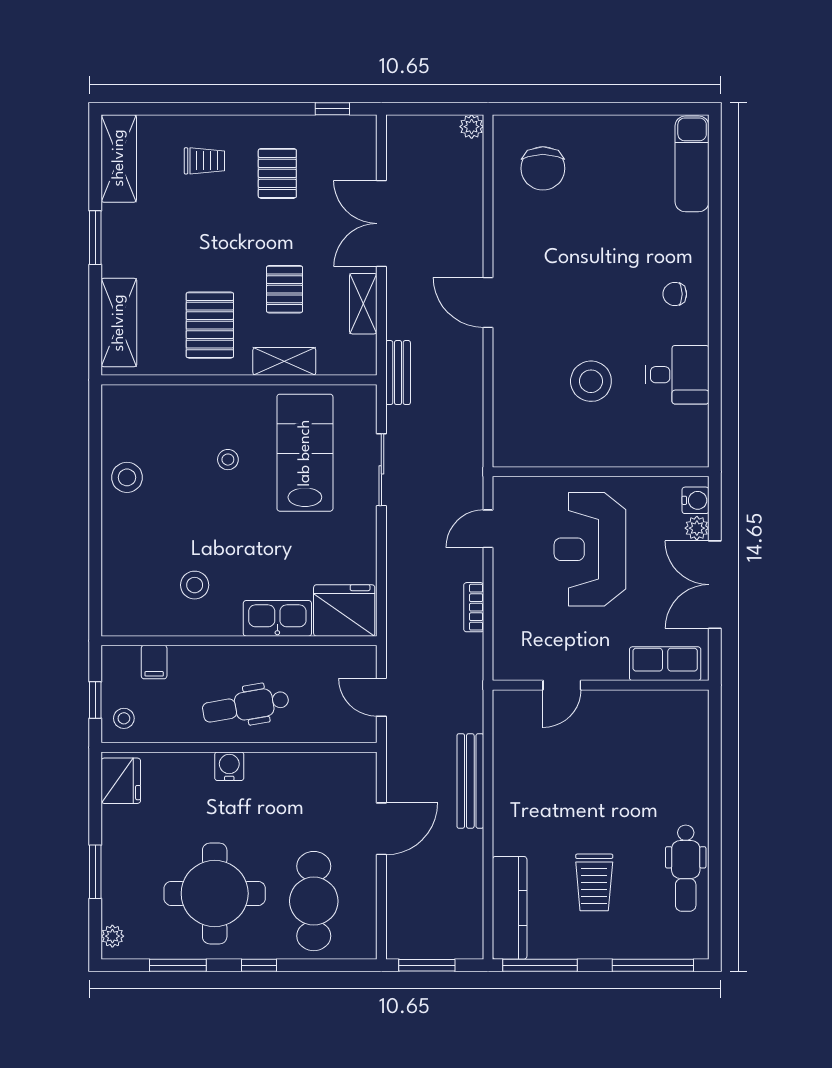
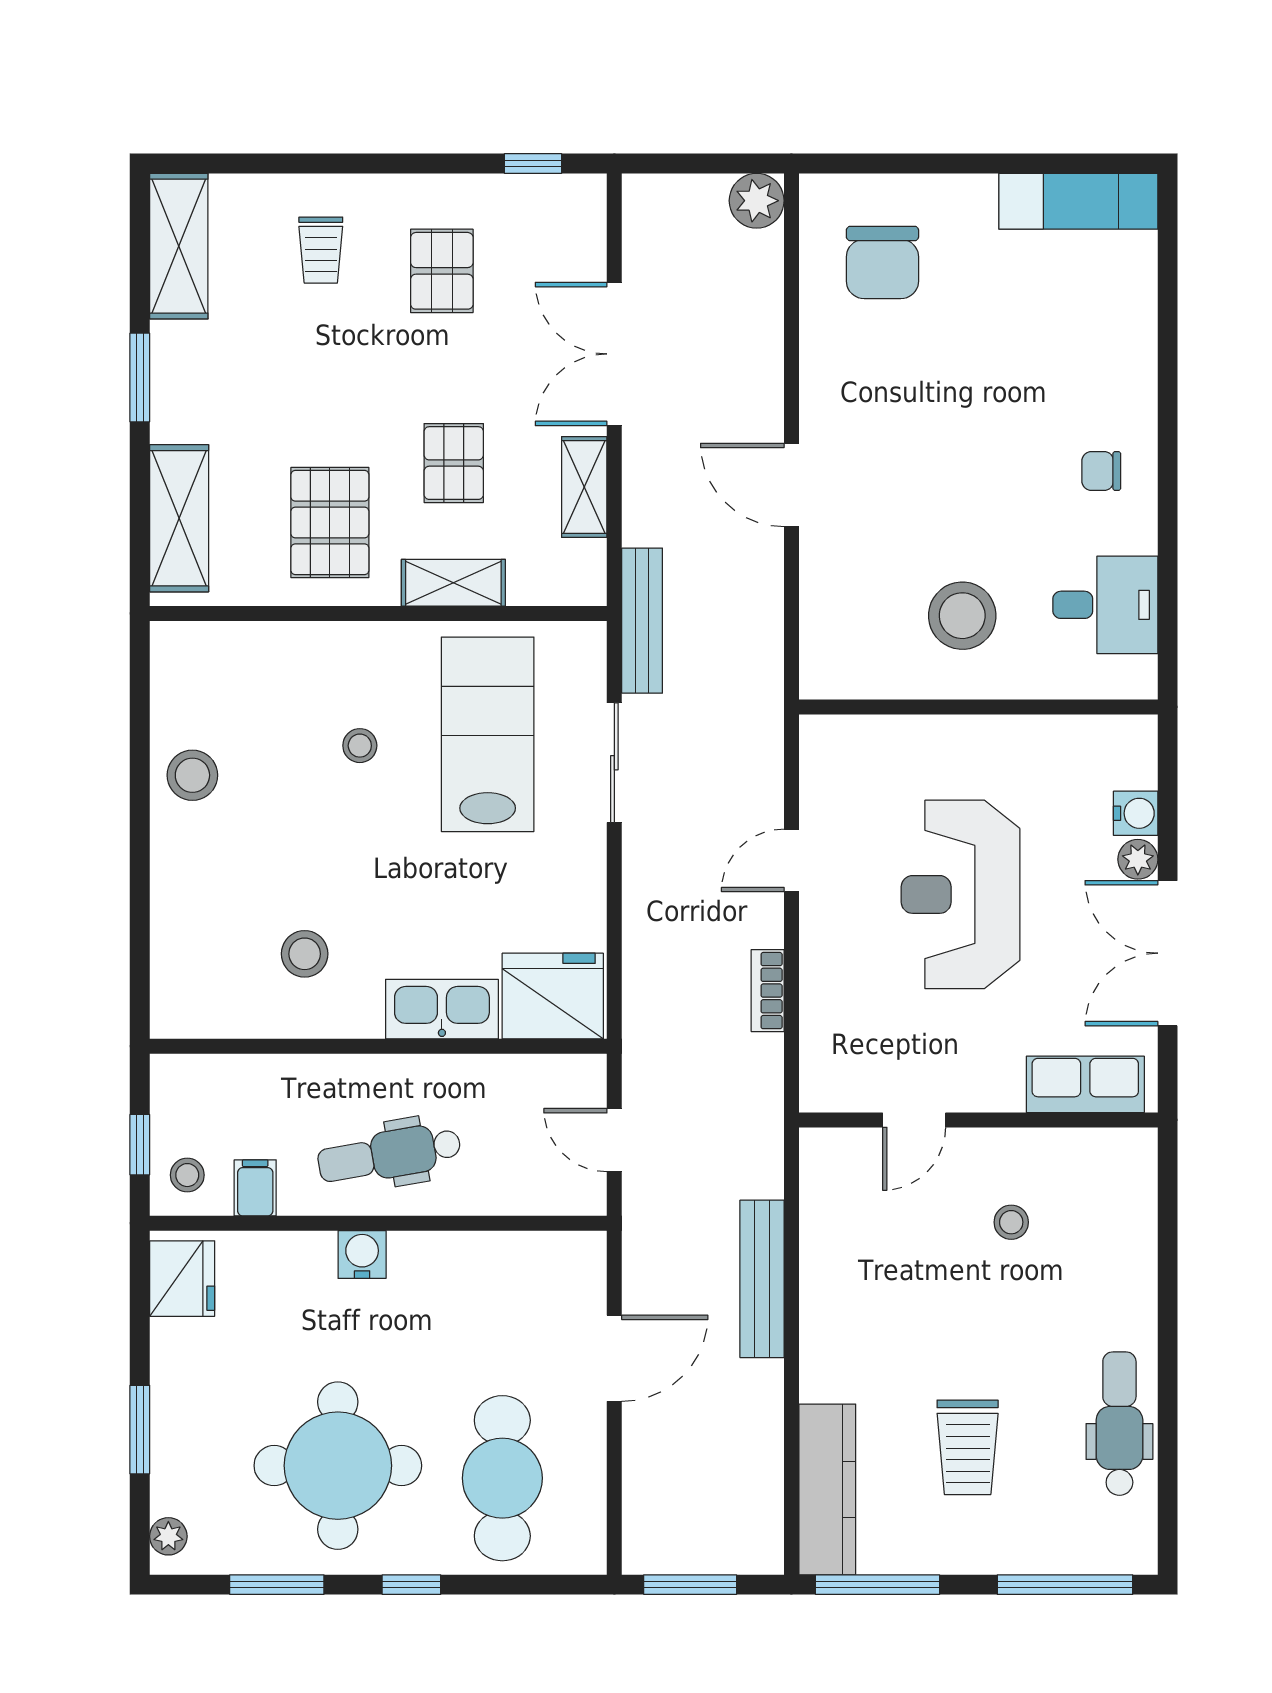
plant: (472, 127) -> (757, 201), width x1.38, depth x1.38
trolley: (204, 161) -> (321, 250), turned 90
exam couch: (692, 164) -> (1078, 201), moved, turned -90
bench: (398, 373) -> (642, 621), width x1.36
wall: (601, 472) -> (978, 707), moved
filing cabinet: (154, 662) -> (255, 1188), moved, turned 180
stool: (620, 747) -> (1011, 1222), added
dental chair: (686, 868) -> (1119, 1424), turned 180

